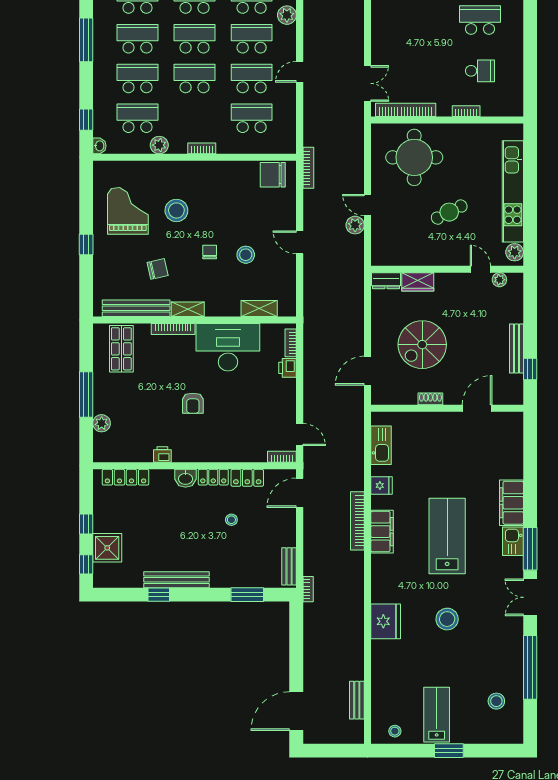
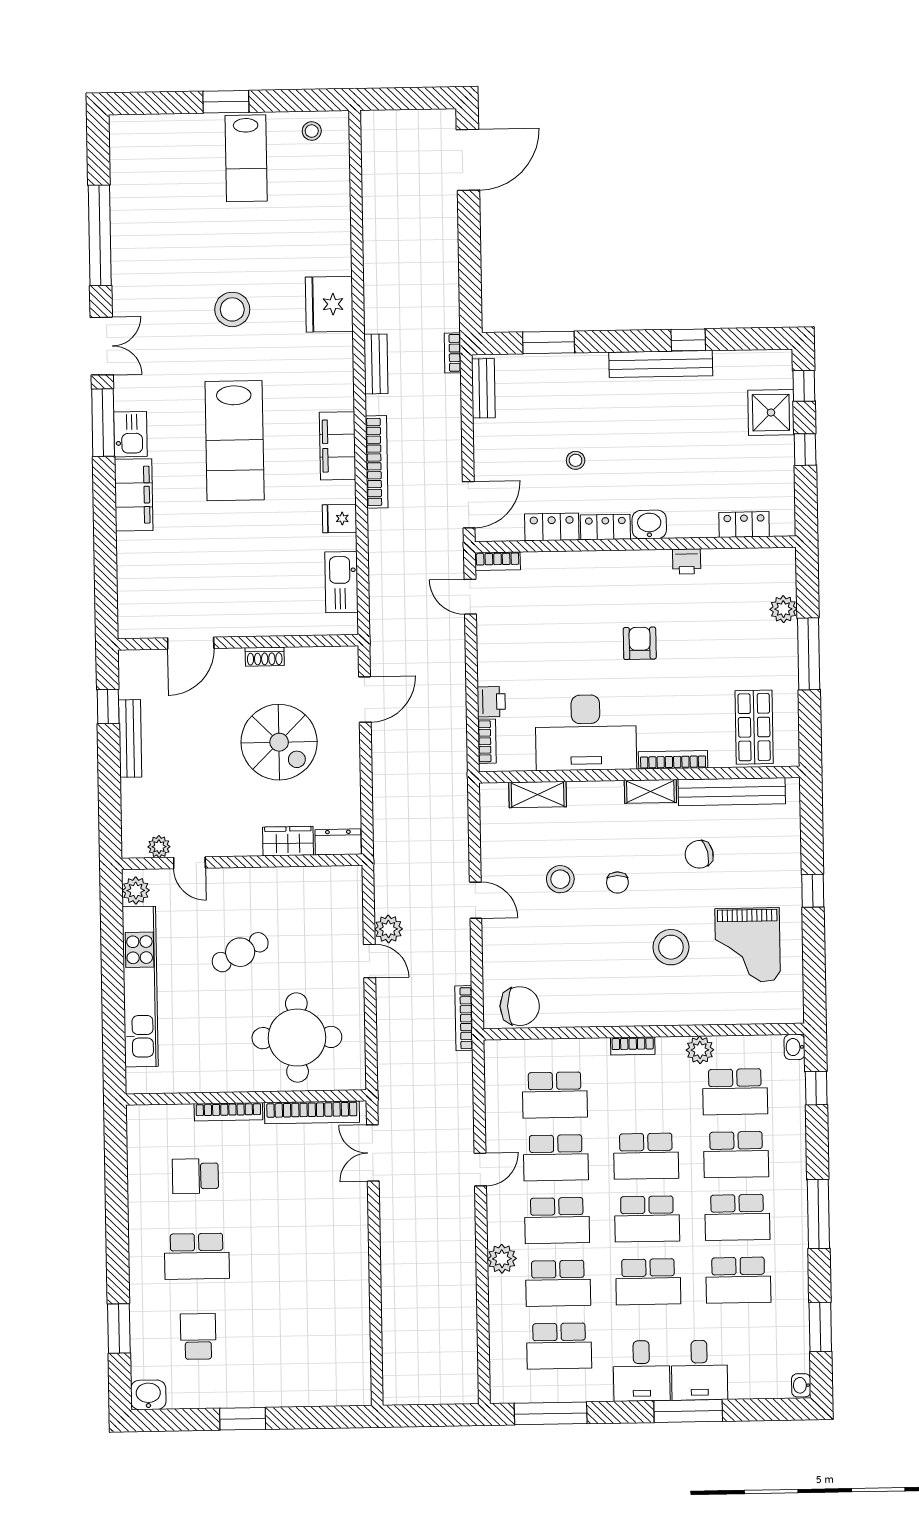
bookcase: (466, 111) -> (228, 1112), width x1.56
spiral stairs: (422, 345) -> (279, 742), turned 90
locker: (125, 477) -> (744, 525), width x0.66
bench: (357, 700) -> (376, 364), moved
stool: (496, 701) -> (152, 181), removed

